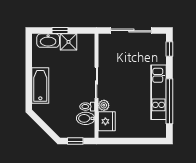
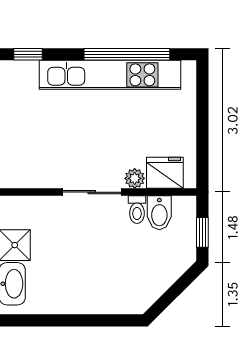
bathtub: (40, 85) -> (97, 298), removed
kitchen unit: (159, 92) -> (110, 75), width x1.36

